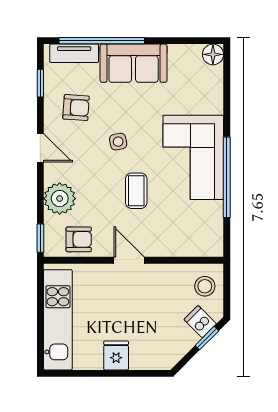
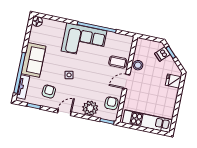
coffee table: (136, 191) -> (118, 62), moved
stool: (205, 286) -> (138, 65), moved
fridge: (116, 355) -> (173, 81), moved

